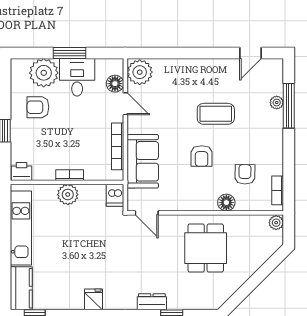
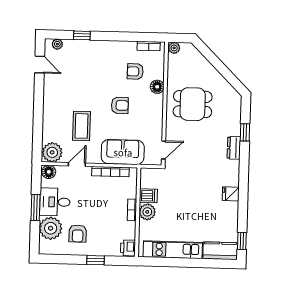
floor lamp: (115, 84) -> (49, 172), moved
plant: (277, 103) -> (57, 44), moved
window: (289, 106) -> (82, 35), width x0.46
coffee table: (216, 114) -> (82, 126), moved
dishwasher: (115, 195) -> (148, 196), moved

